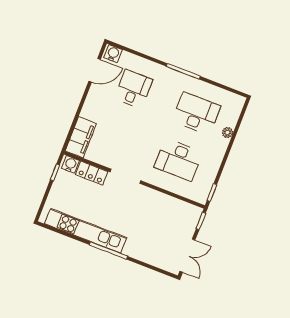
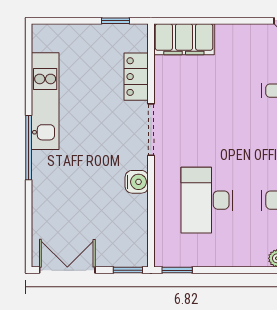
water cooler: (70, 164) -> (137, 182), moved
kitchen unit: (86, 231) -> (45, 101), width x0.73
double door: (187, 256) -> (67, 270), swing flipped

